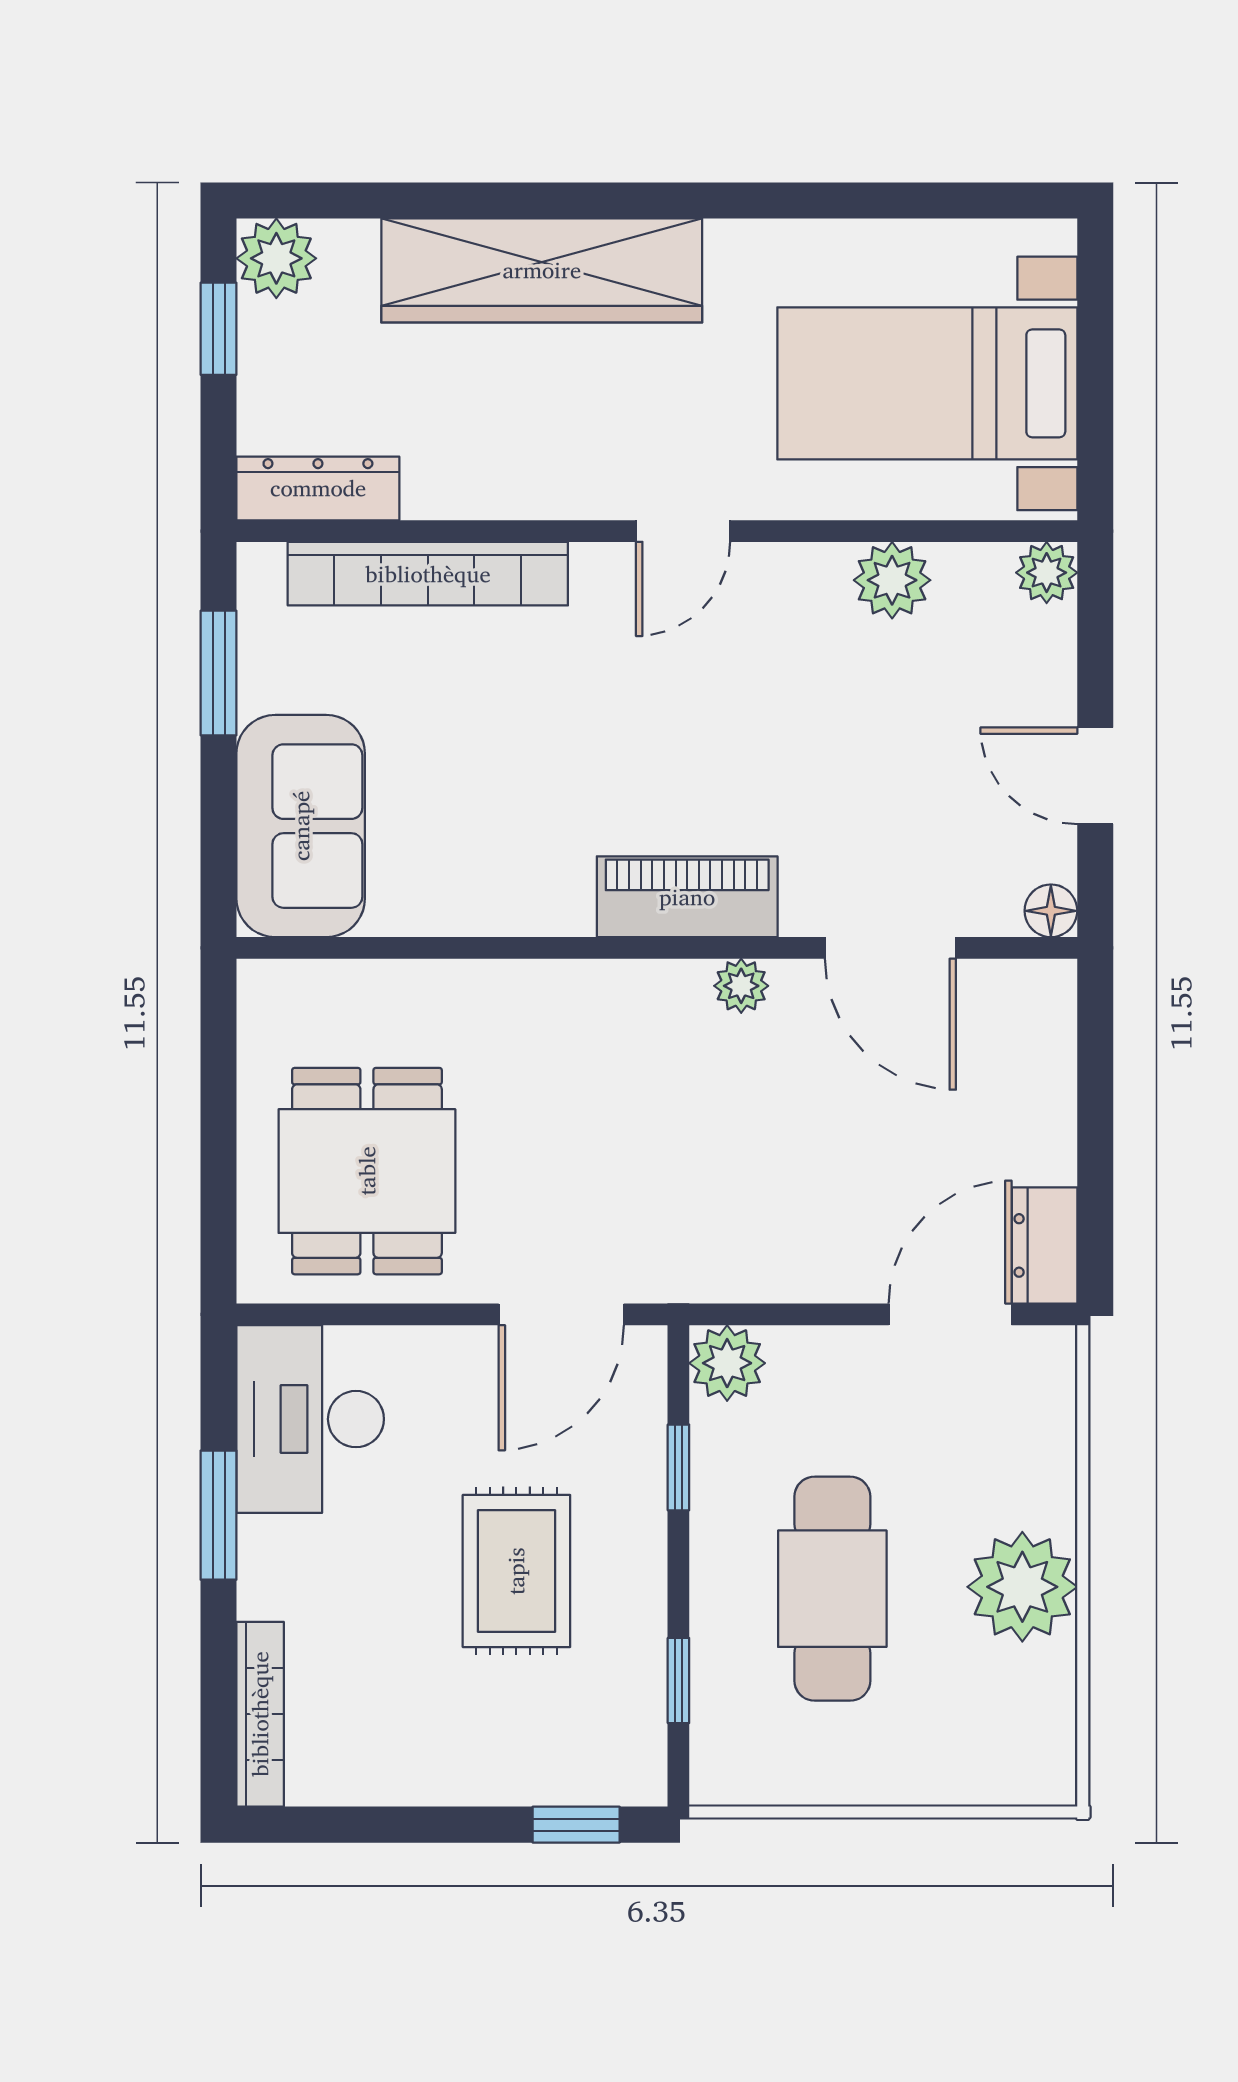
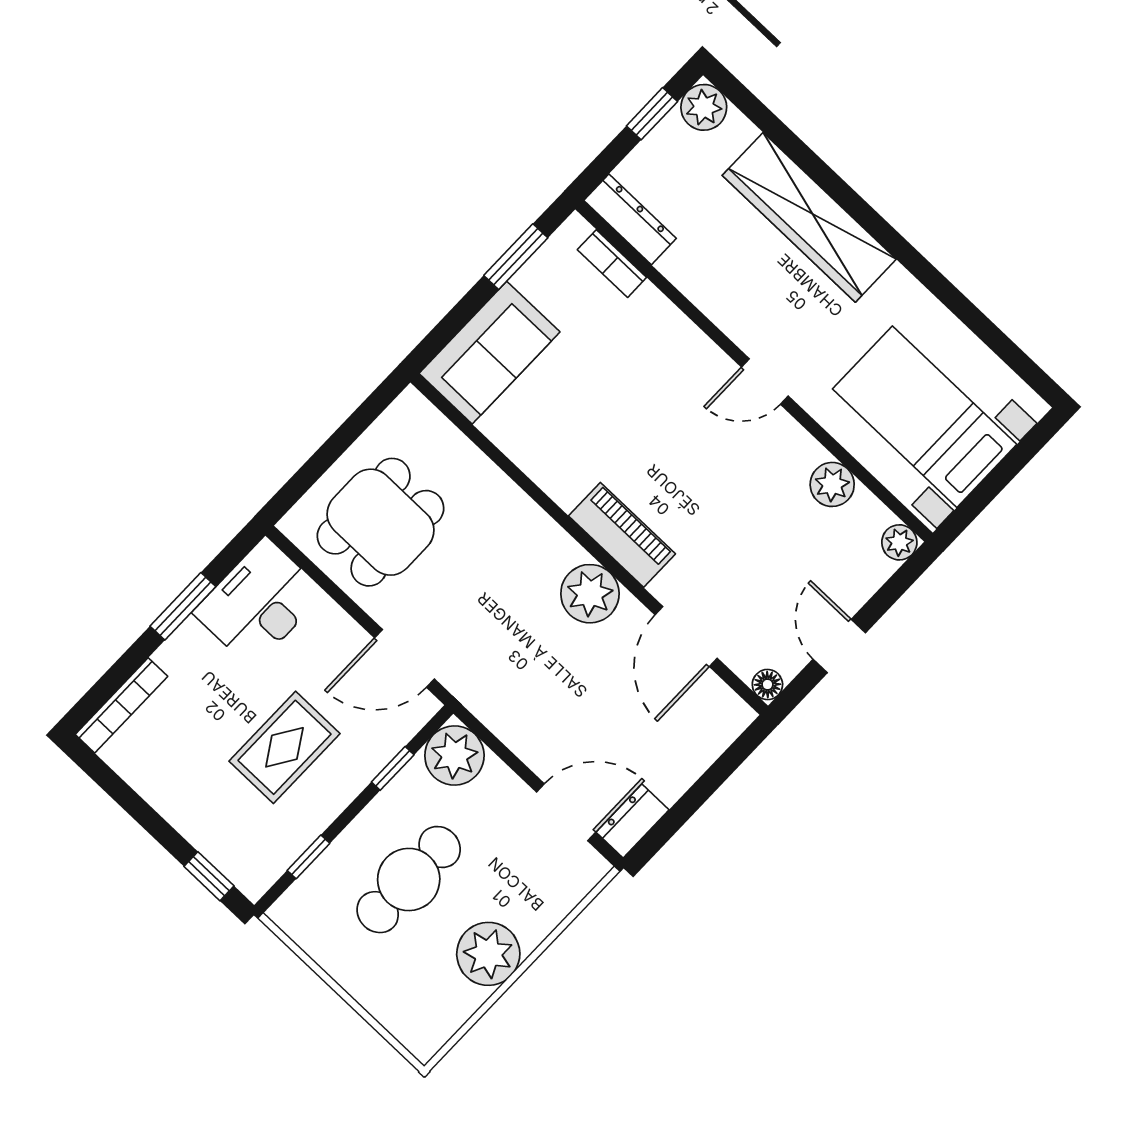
bookcase: (428, 574) -> (612, 264), width x0.43, depth x0.76
plant: (741, 986) -> (590, 594), width x1.88, depth x1.88
plant: (727, 1363) -> (454, 755), width x1.36, depth x1.36

